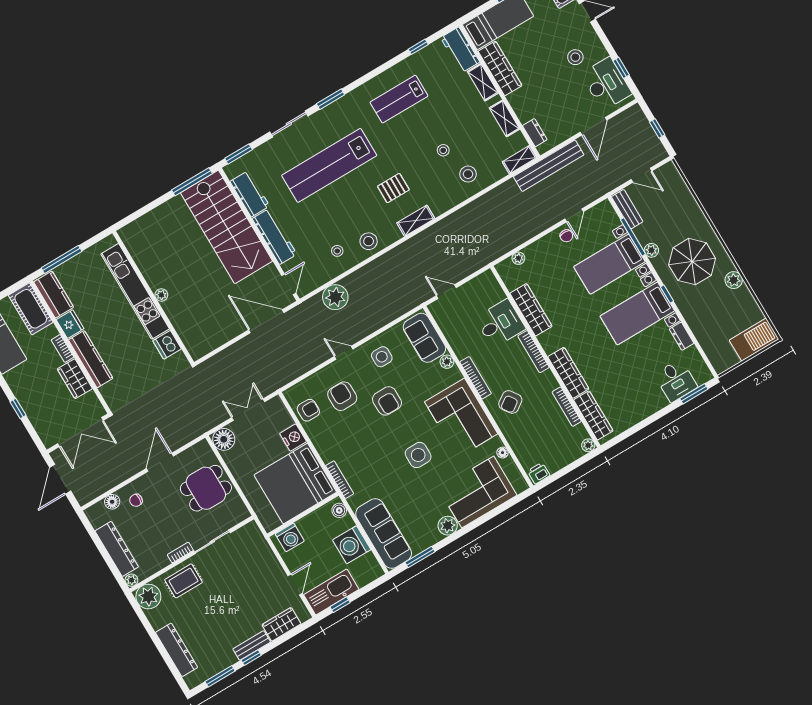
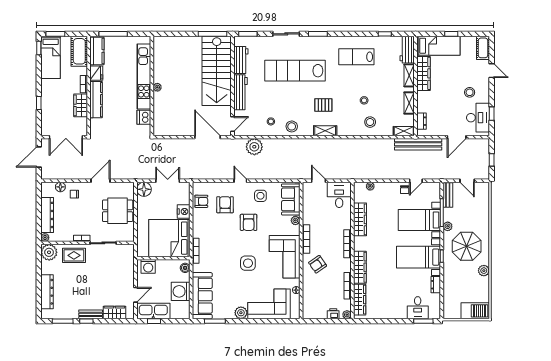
desk: (500, 323) -> (339, 195), moved, turned -90
printer: (539, 473) -> (333, 314), moved

